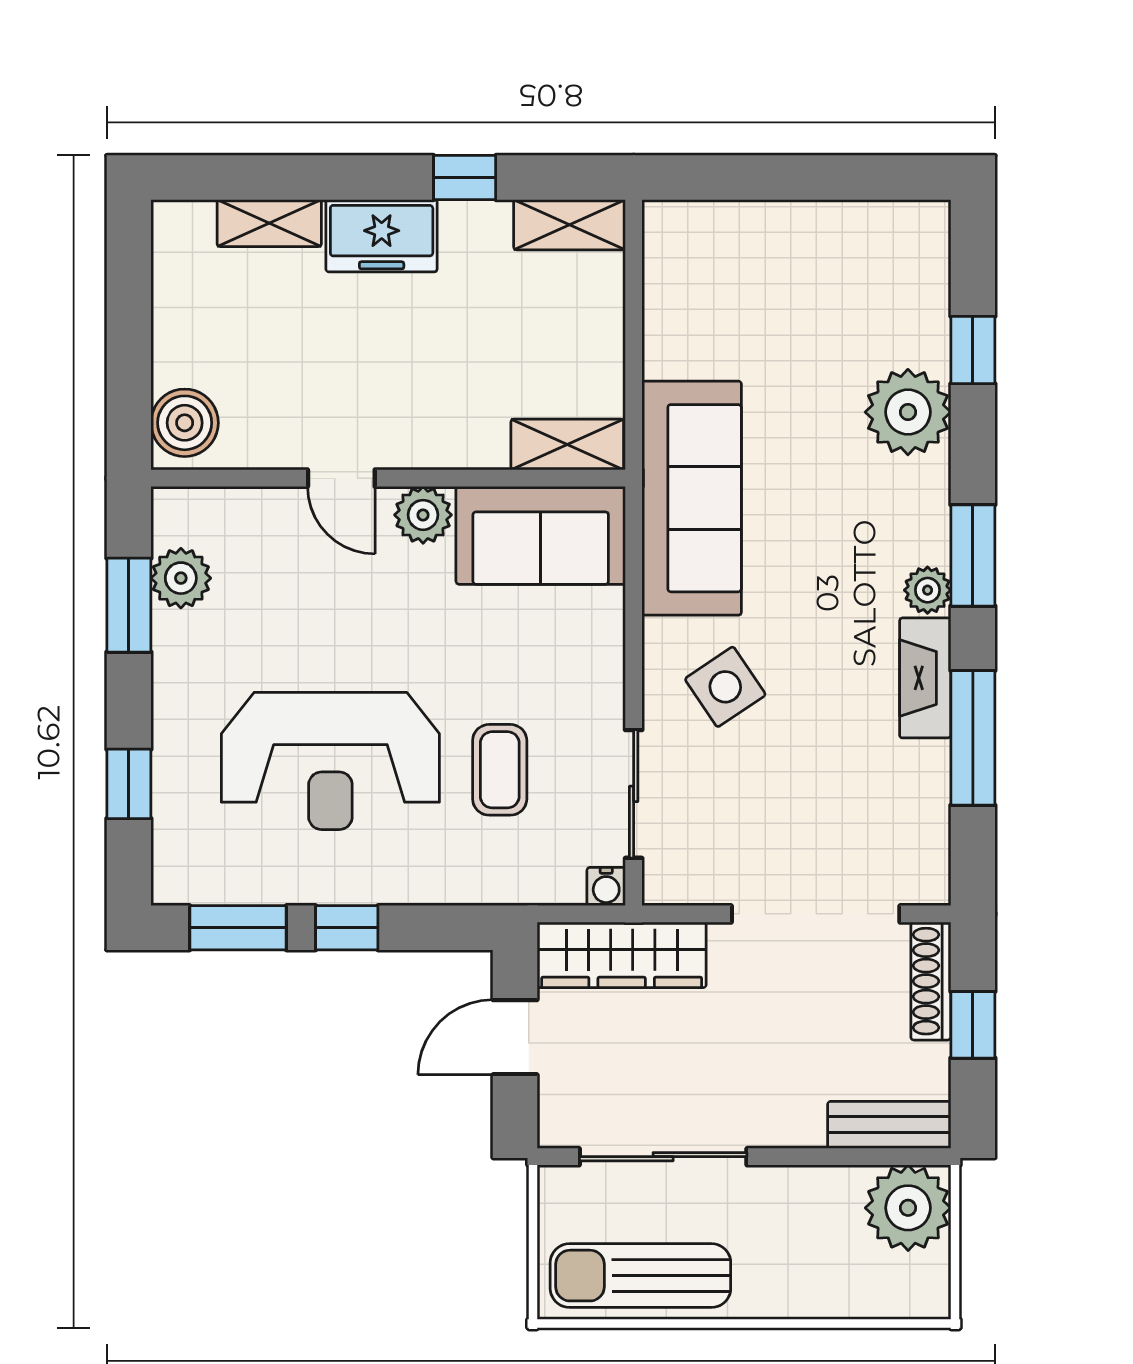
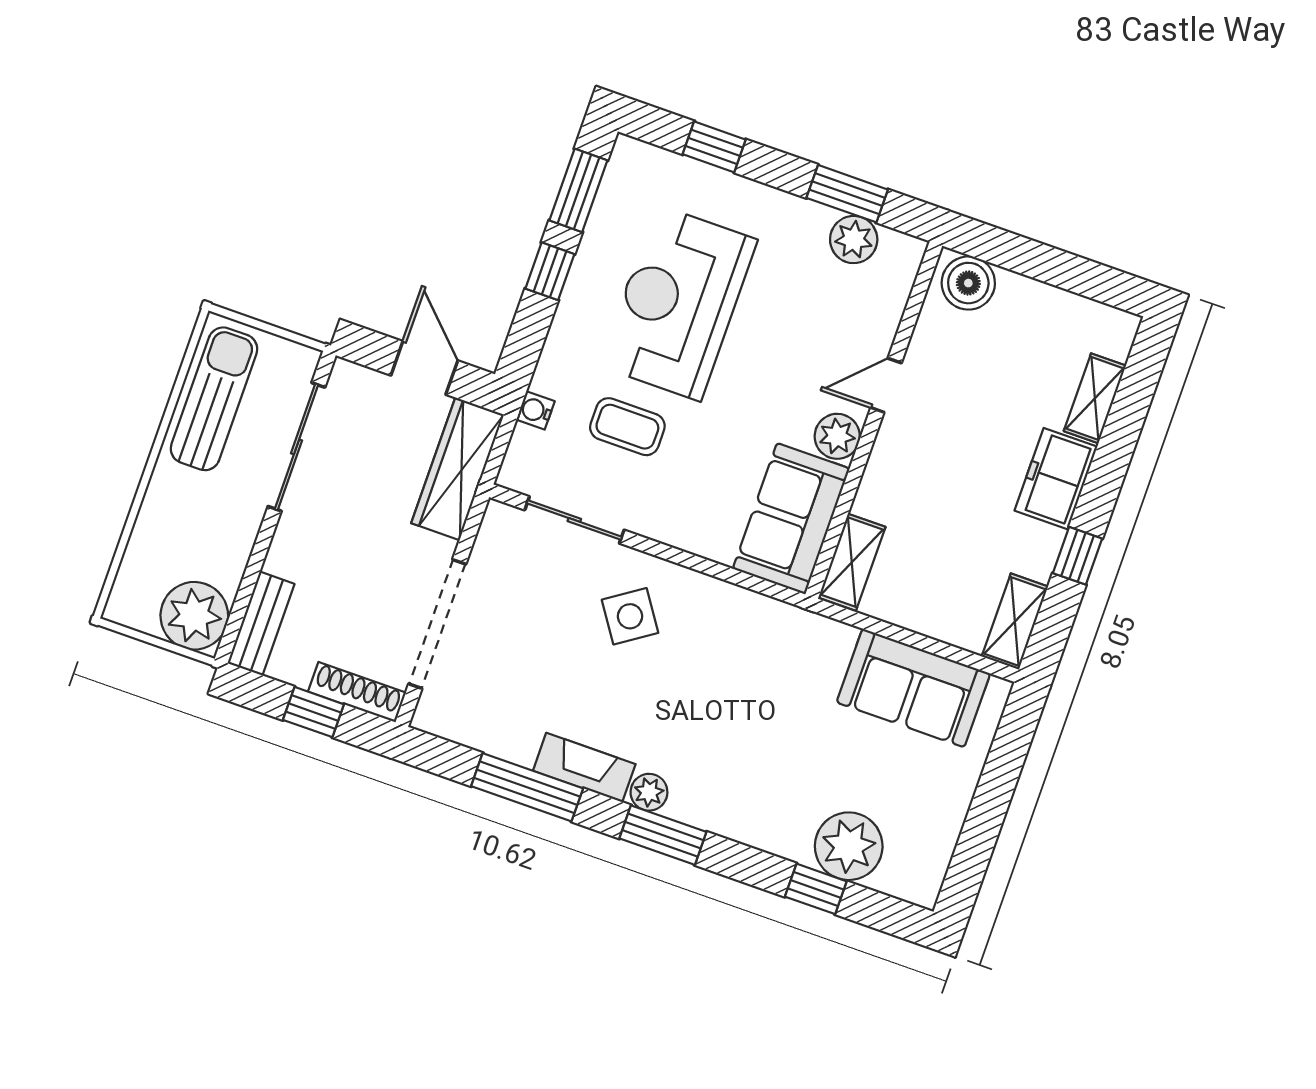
plant: (908, 412) -> (849, 846), moved
sofa: (692, 498) -> (913, 688), moved, width x0.73
water cooler: (606, 886) -> (535, 410), moved

